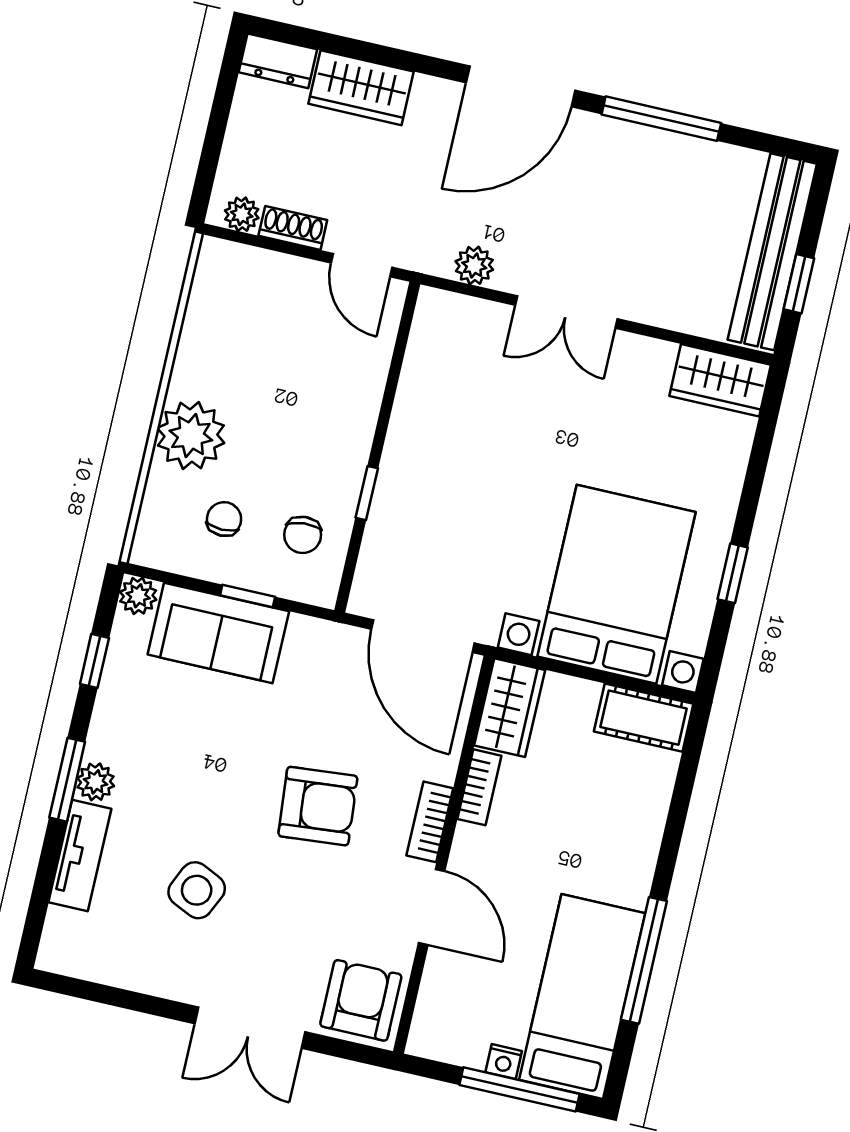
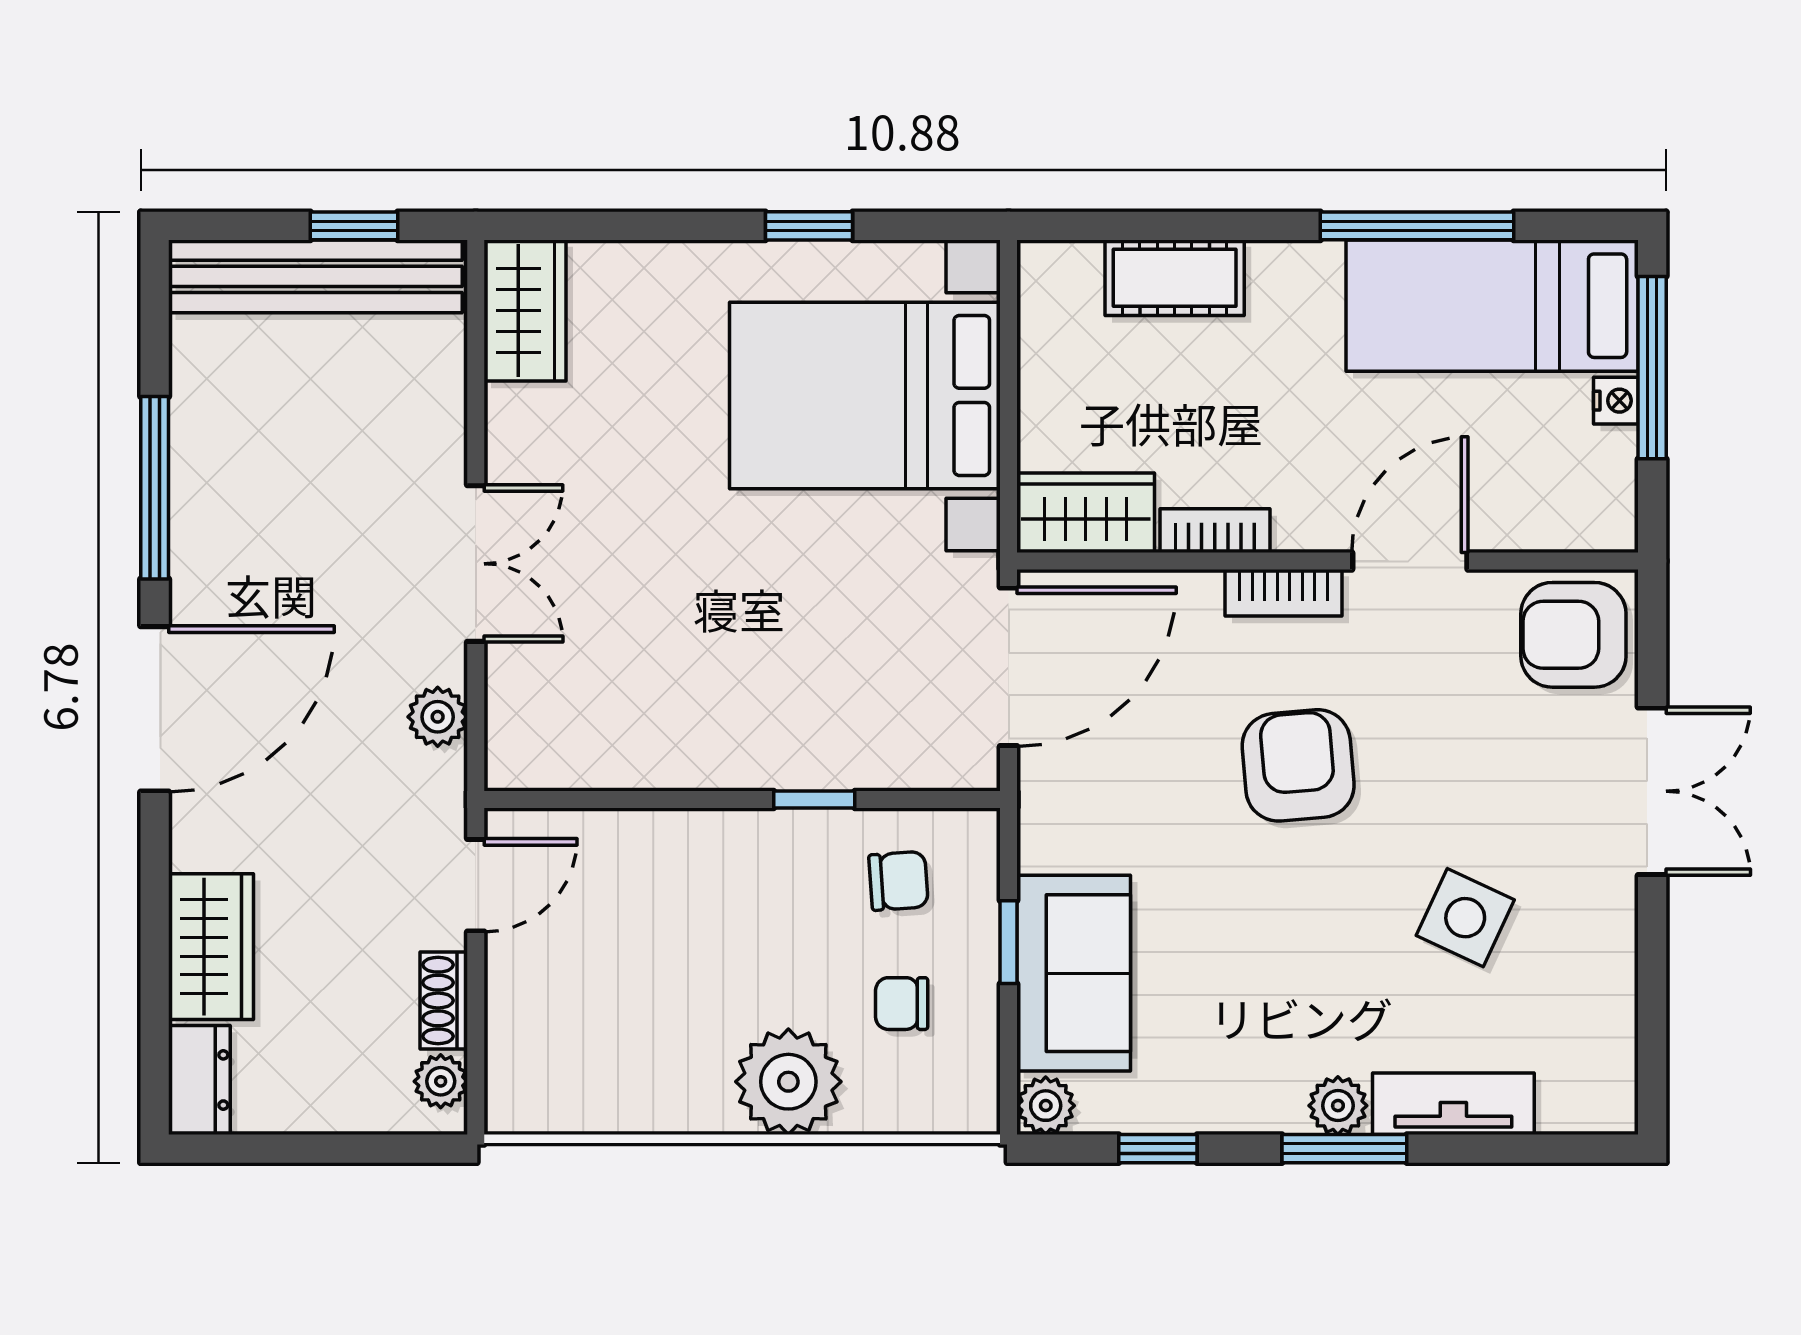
door: (521, 86) -> (155, 709), hinge flipped
cot: (644, 718) -> (1175, 278), moved, turned 90

